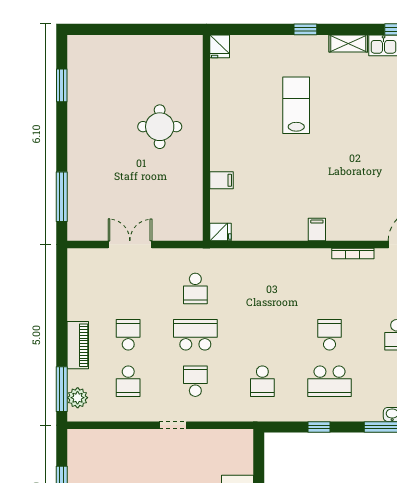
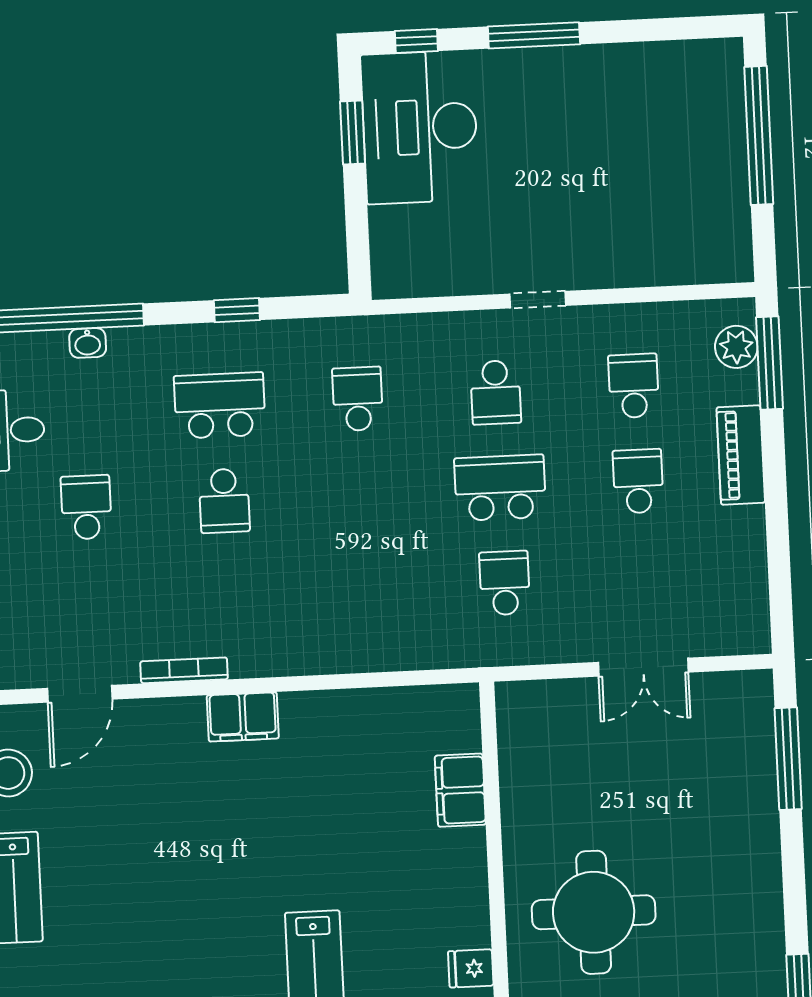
round table: (160, 127) -> (594, 912), width x1.36, depth x1.36
filing cabinet: (222, 180) -> (460, 790), width x2.00
filing cabinet: (317, 229) -> (243, 717), width x2.00
fridge: (221, 232) -> (471, 968), moved
school desk: (128, 335) -> (638, 481), turned 180
school desk: (195, 335) -> (500, 488), turned 180

